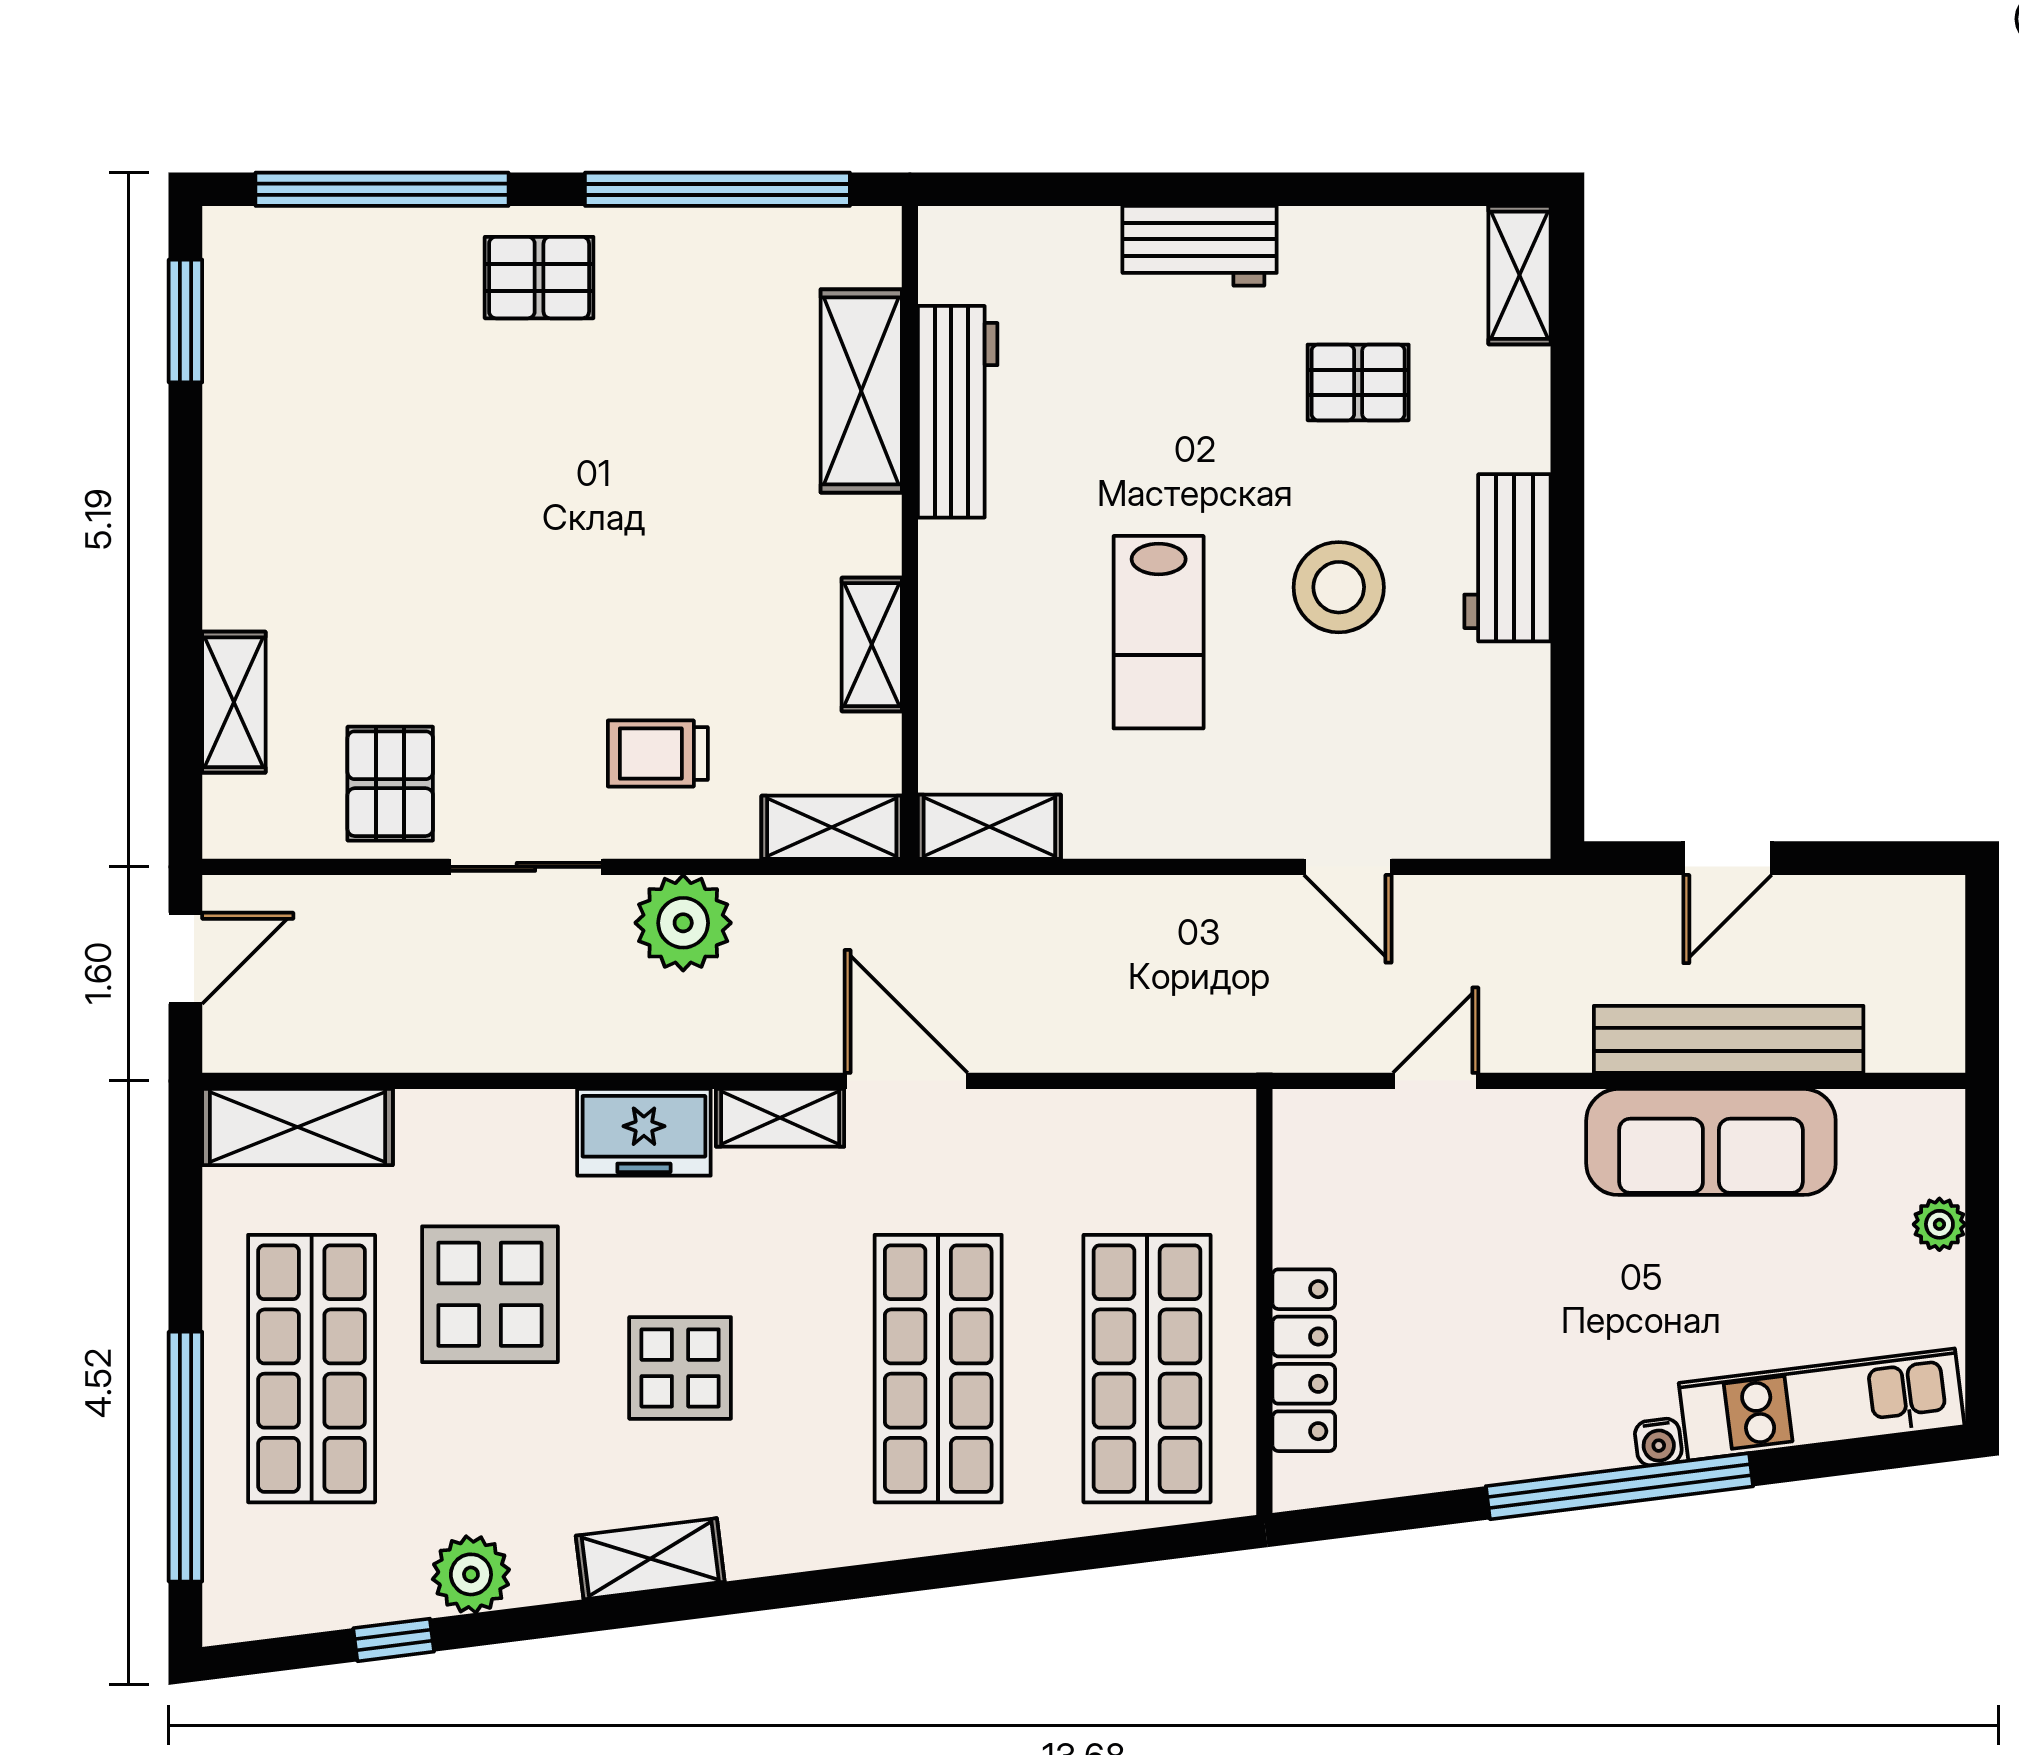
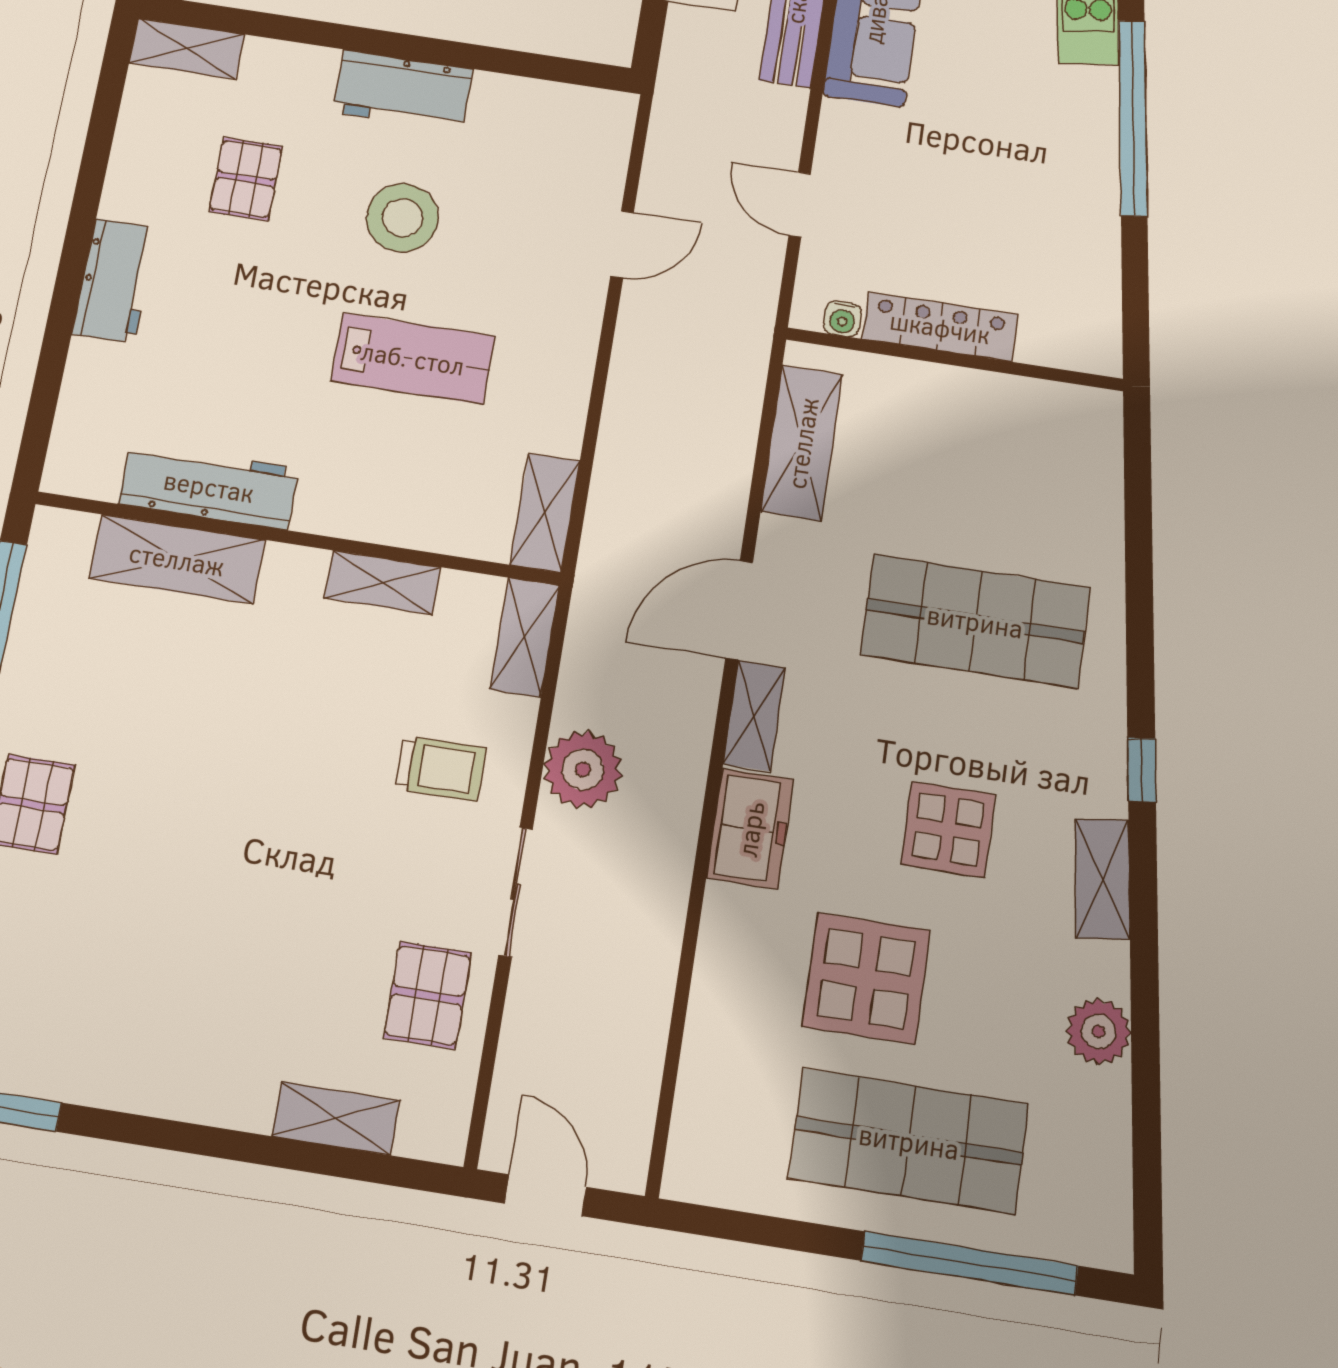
trolley: (658, 754) -> (441, 768), turned -90
pallet: (390, 784) -> (427, 995), turned 90
shelving: (297, 1127) -> (802, 443), moved
locker: (1304, 1360) -> (940, 327), moved
shop shelf: (1147, 1369) -> (996, 457), removed
water cooler: (1658, 1442) -> (842, 319), moved, turned 97
window: (394, 1640) -> (1142, 770), moved

